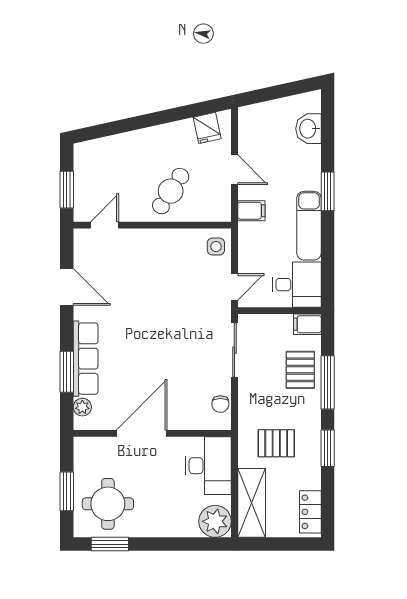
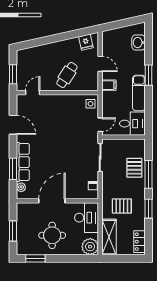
filing cabinet: (307, 324) -> (138, 144), removed
round table: (108, 504) -> (52, 235), moved

